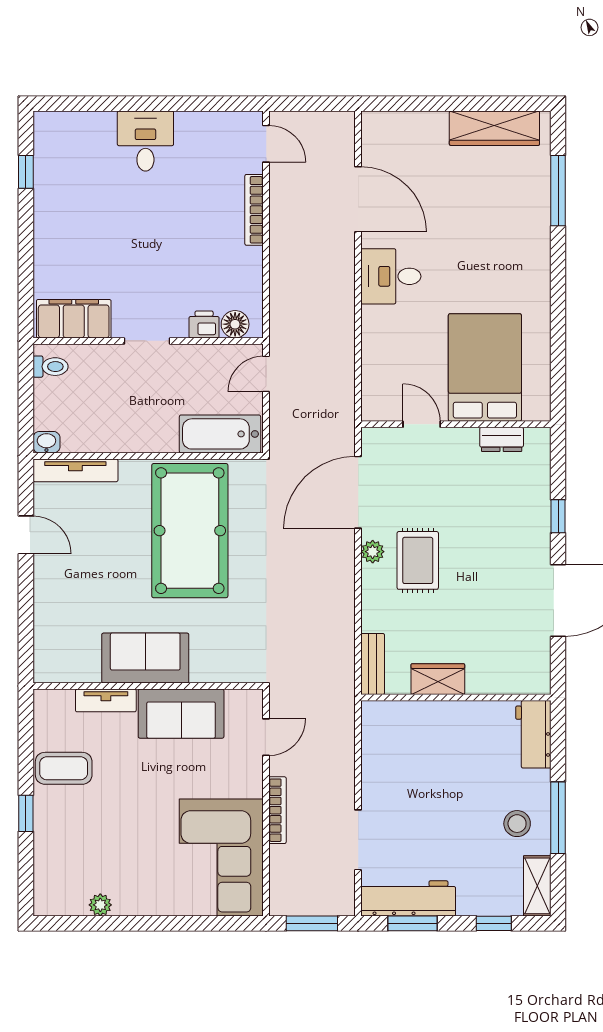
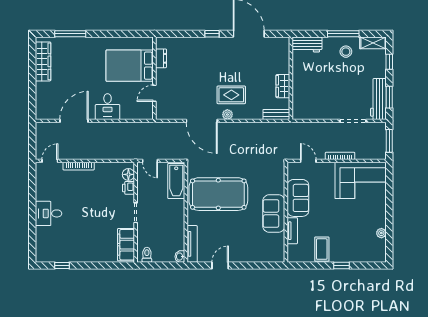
bed: (485, 368) -> (130, 66), moved
door: (422, 424) -> (154, 93), moved
wall: (456, 424) -> (154, 78), moved
dresser: (502, 439) -> (161, 58), moved

